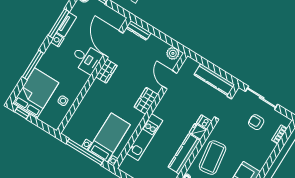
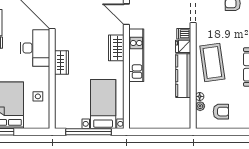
desk: (86, 59) -> (35, 48), width x1.37
wardrobe: (106, 71) -> (62, 63), moved
kitchen unit: (145, 137) -> (136, 55), moved

